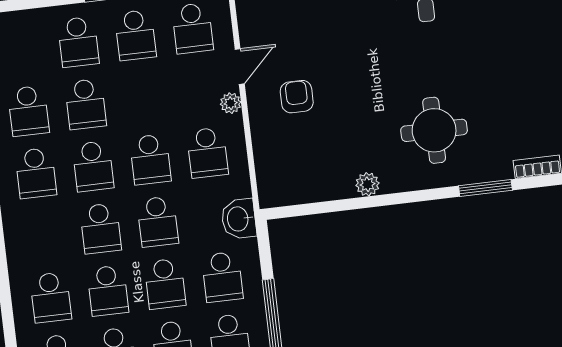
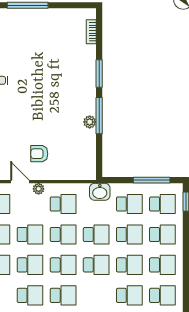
school desk: (143, 97) -> (30, 234), added
round table: (434, 130) -> (66, 84), removed
window: (485, 188) -> (99, 74), moved
window: (381, 200) -> (99, 116), added

